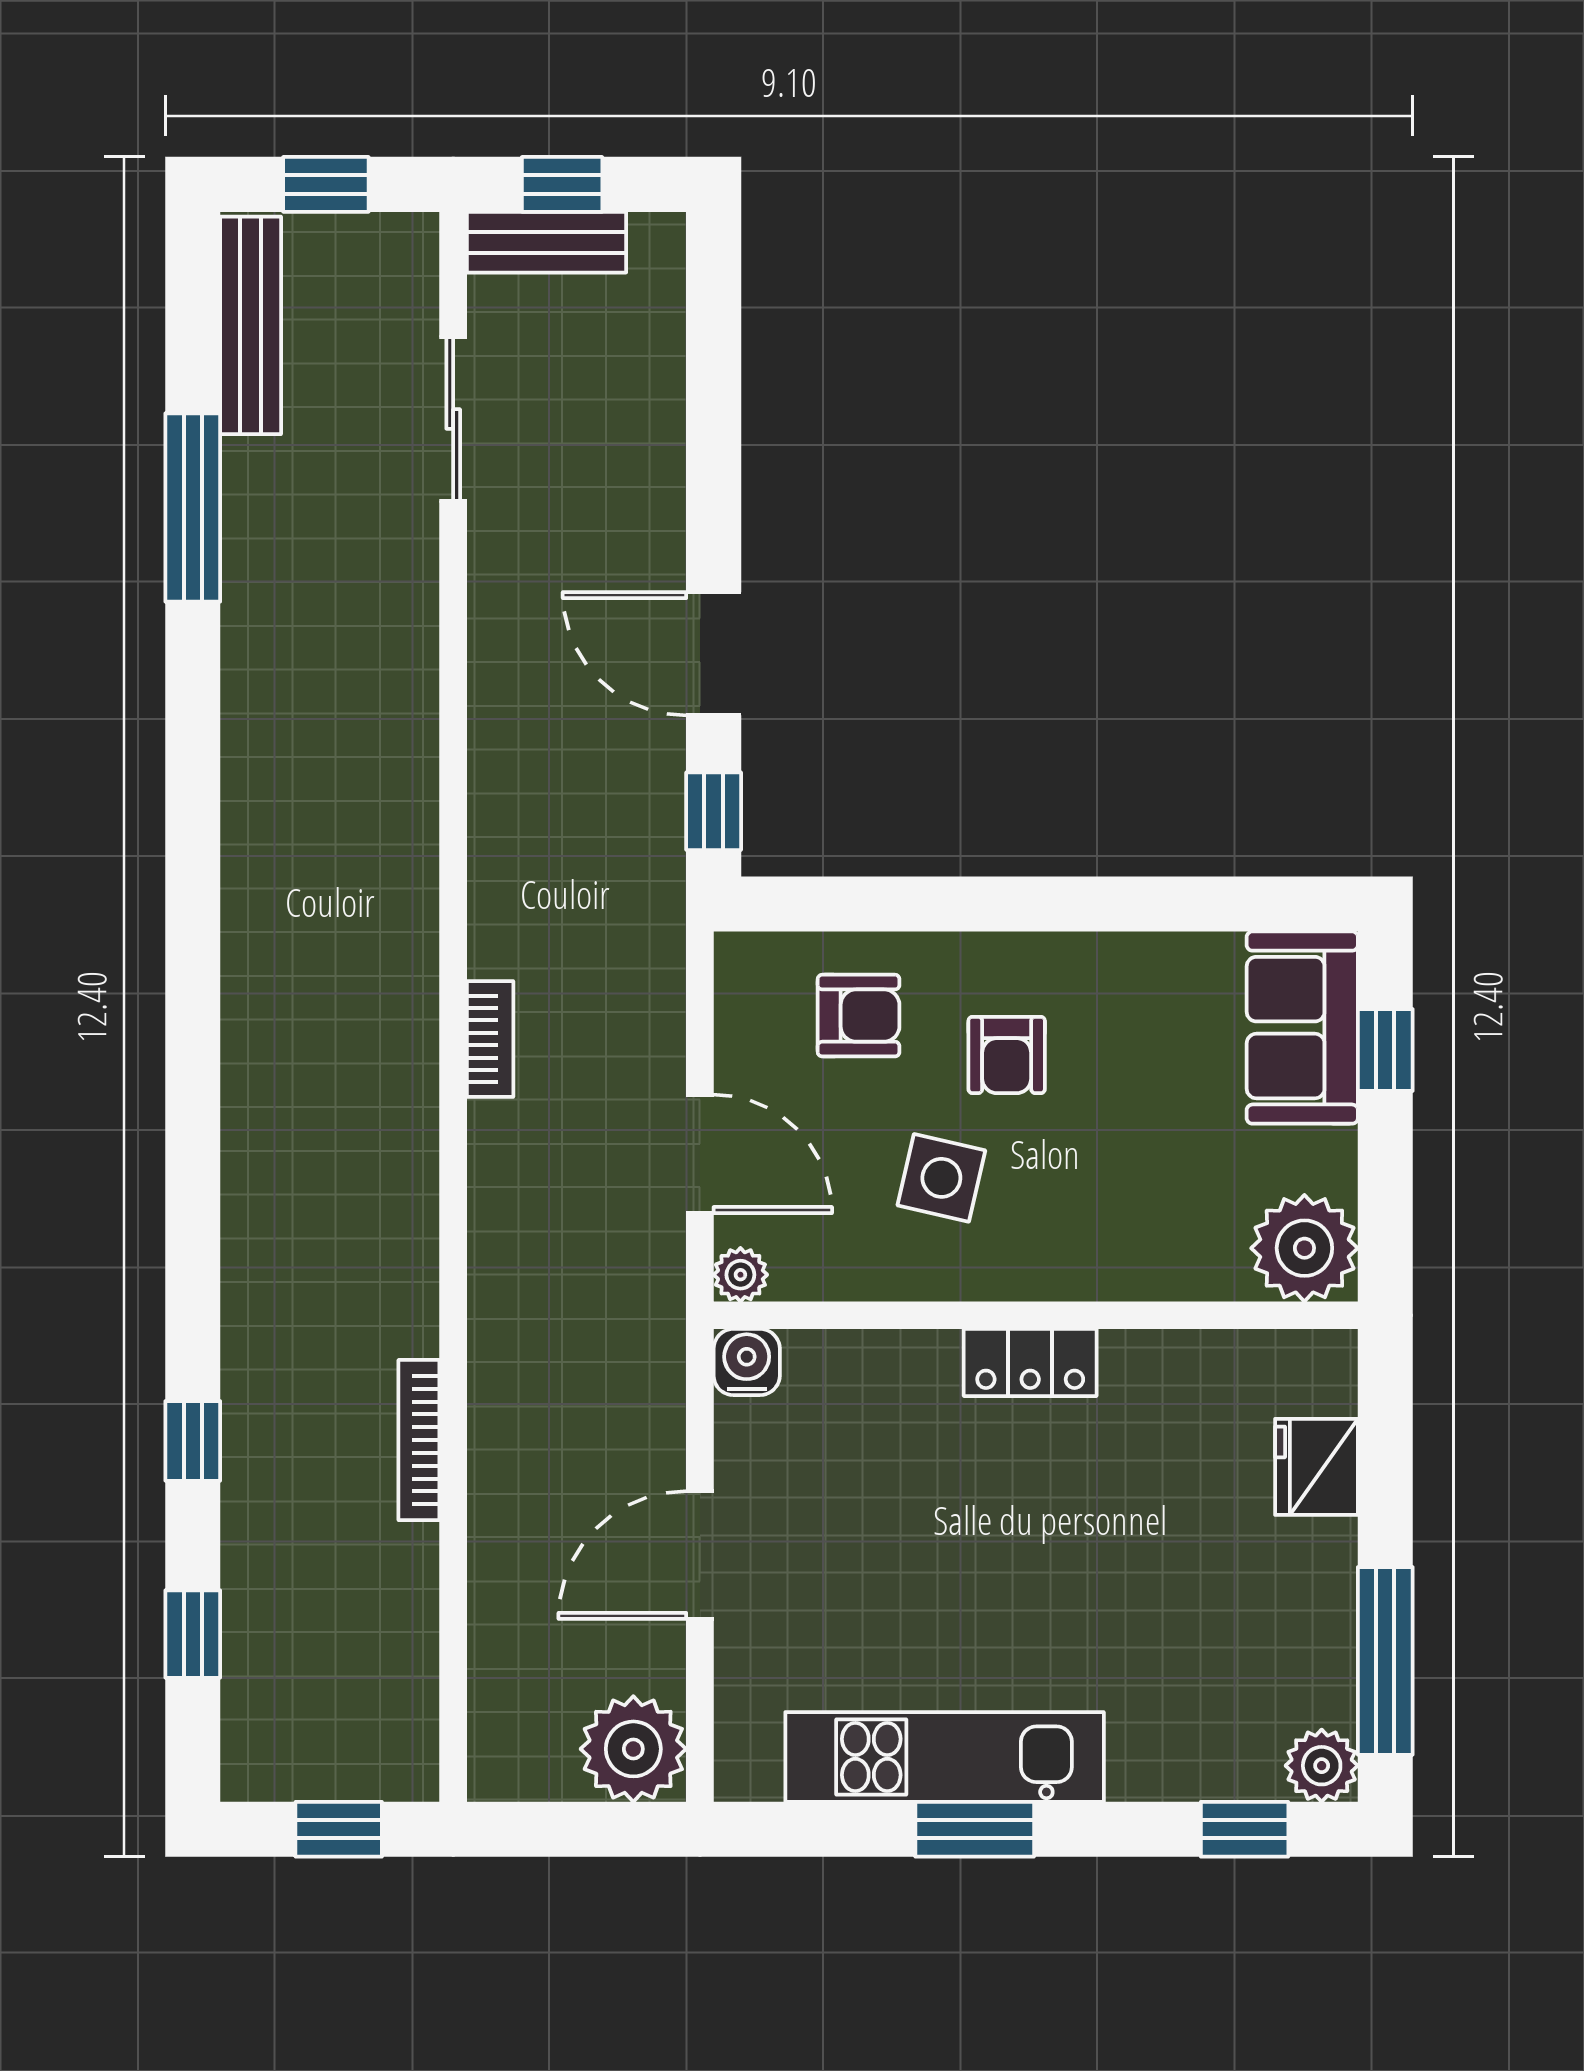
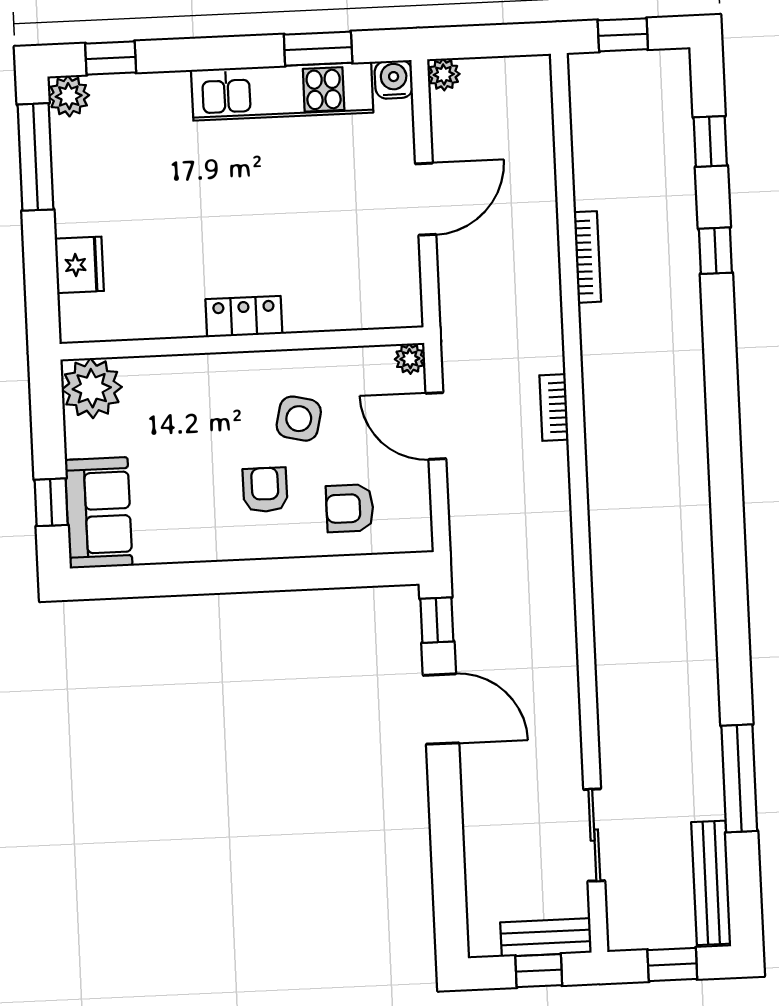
bookcase: (490, 1039) -> (554, 408), moved
water cooler: (747, 1362) -> (394, 80), moved, turned 180
plant: (633, 1749) -> (444, 74), width x0.53, depth x0.53
window: (975, 1829) -> (318, 49), moved

